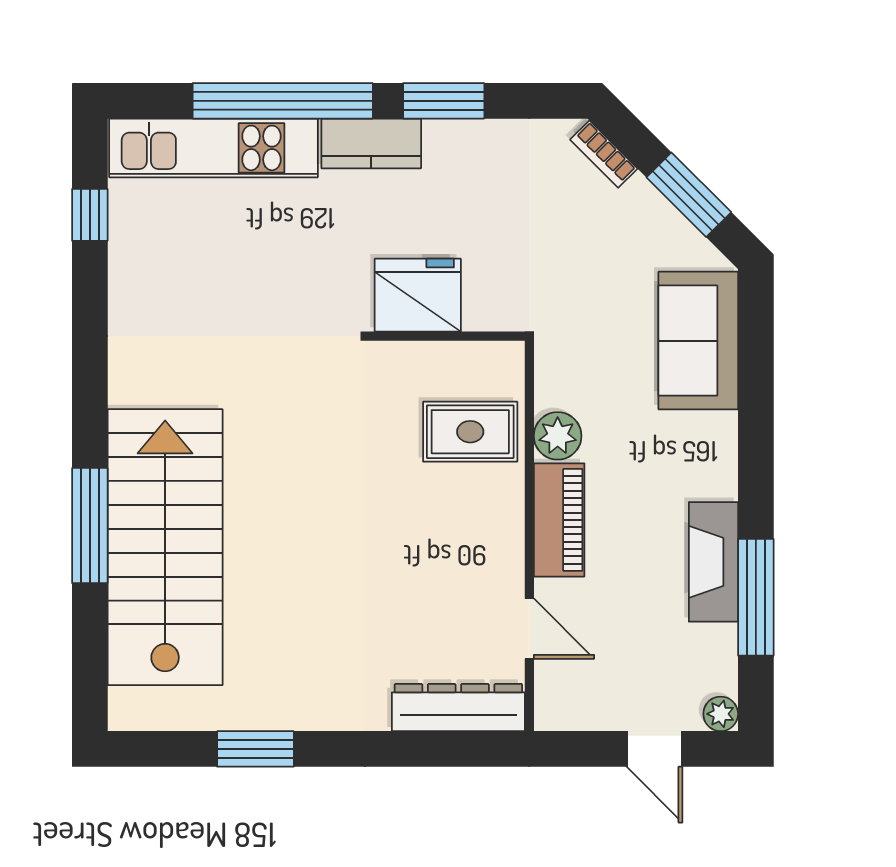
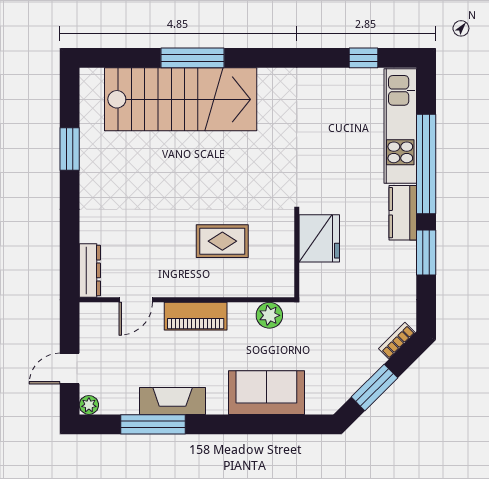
sofa: (698, 341) -> (266, 393), moved
rug: (470, 432) -> (222, 241), moved, turned 90
plant: (558, 436) -> (269, 315), moved
dresser: (458, 707) -> (90, 270), width x0.73, depth x0.80

